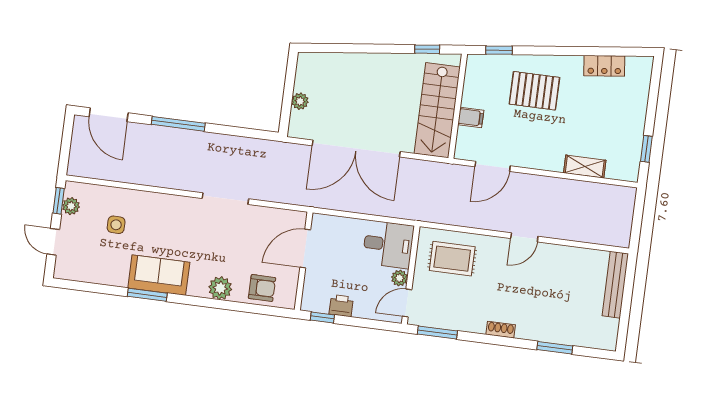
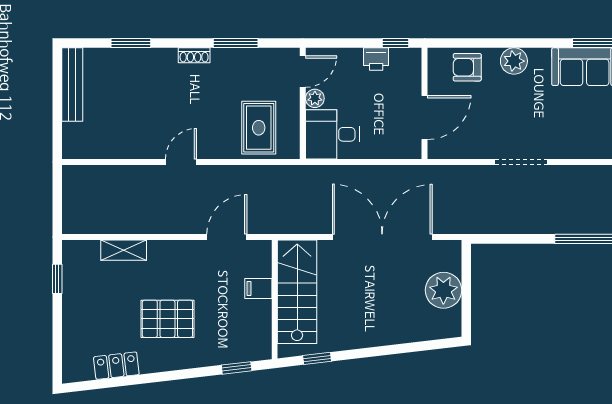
pallet: (534, 91) -> (167, 319), moved
plant: (300, 101) -> (443, 290), width x1.87, depth x1.87
rug: (452, 259) -> (259, 128), turned 90
bench: (615, 285) -> (72, 85), moved
window: (437, 332) -> (236, 43), moved

